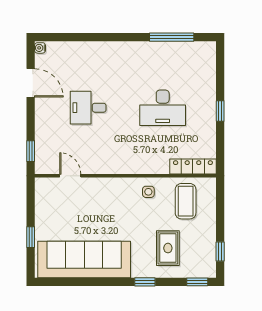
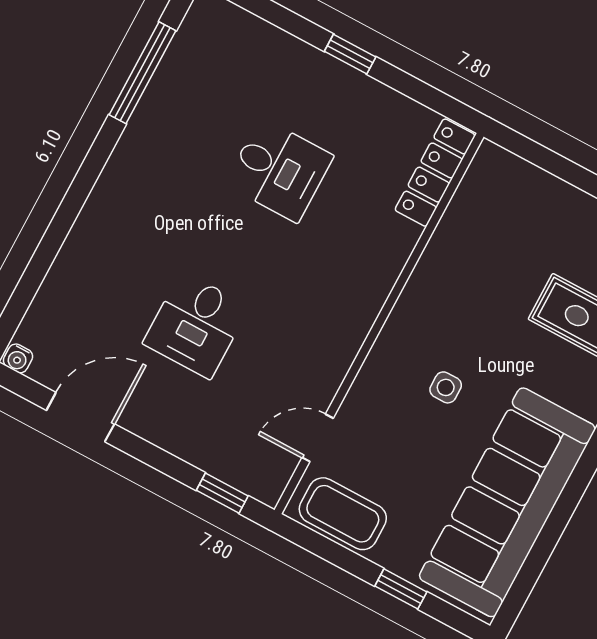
desk: (163, 108) -> (279, 170), width x0.73
side table: (148, 192) -> (446, 387), moved
coffee table: (186, 201) -> (343, 514), moved

